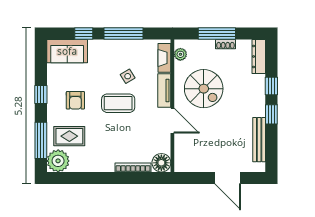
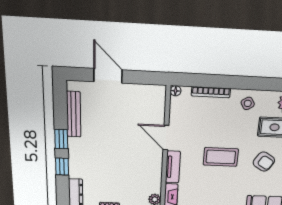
side table: (128, 76) -> (248, 103), moved
spiral stairs: (204, 89) -> (132, 167), removed
armchair: (75, 100) -> (264, 162), turned 122
floor lamp: (161, 163) -> (176, 91), width x0.53, depth x0.53

